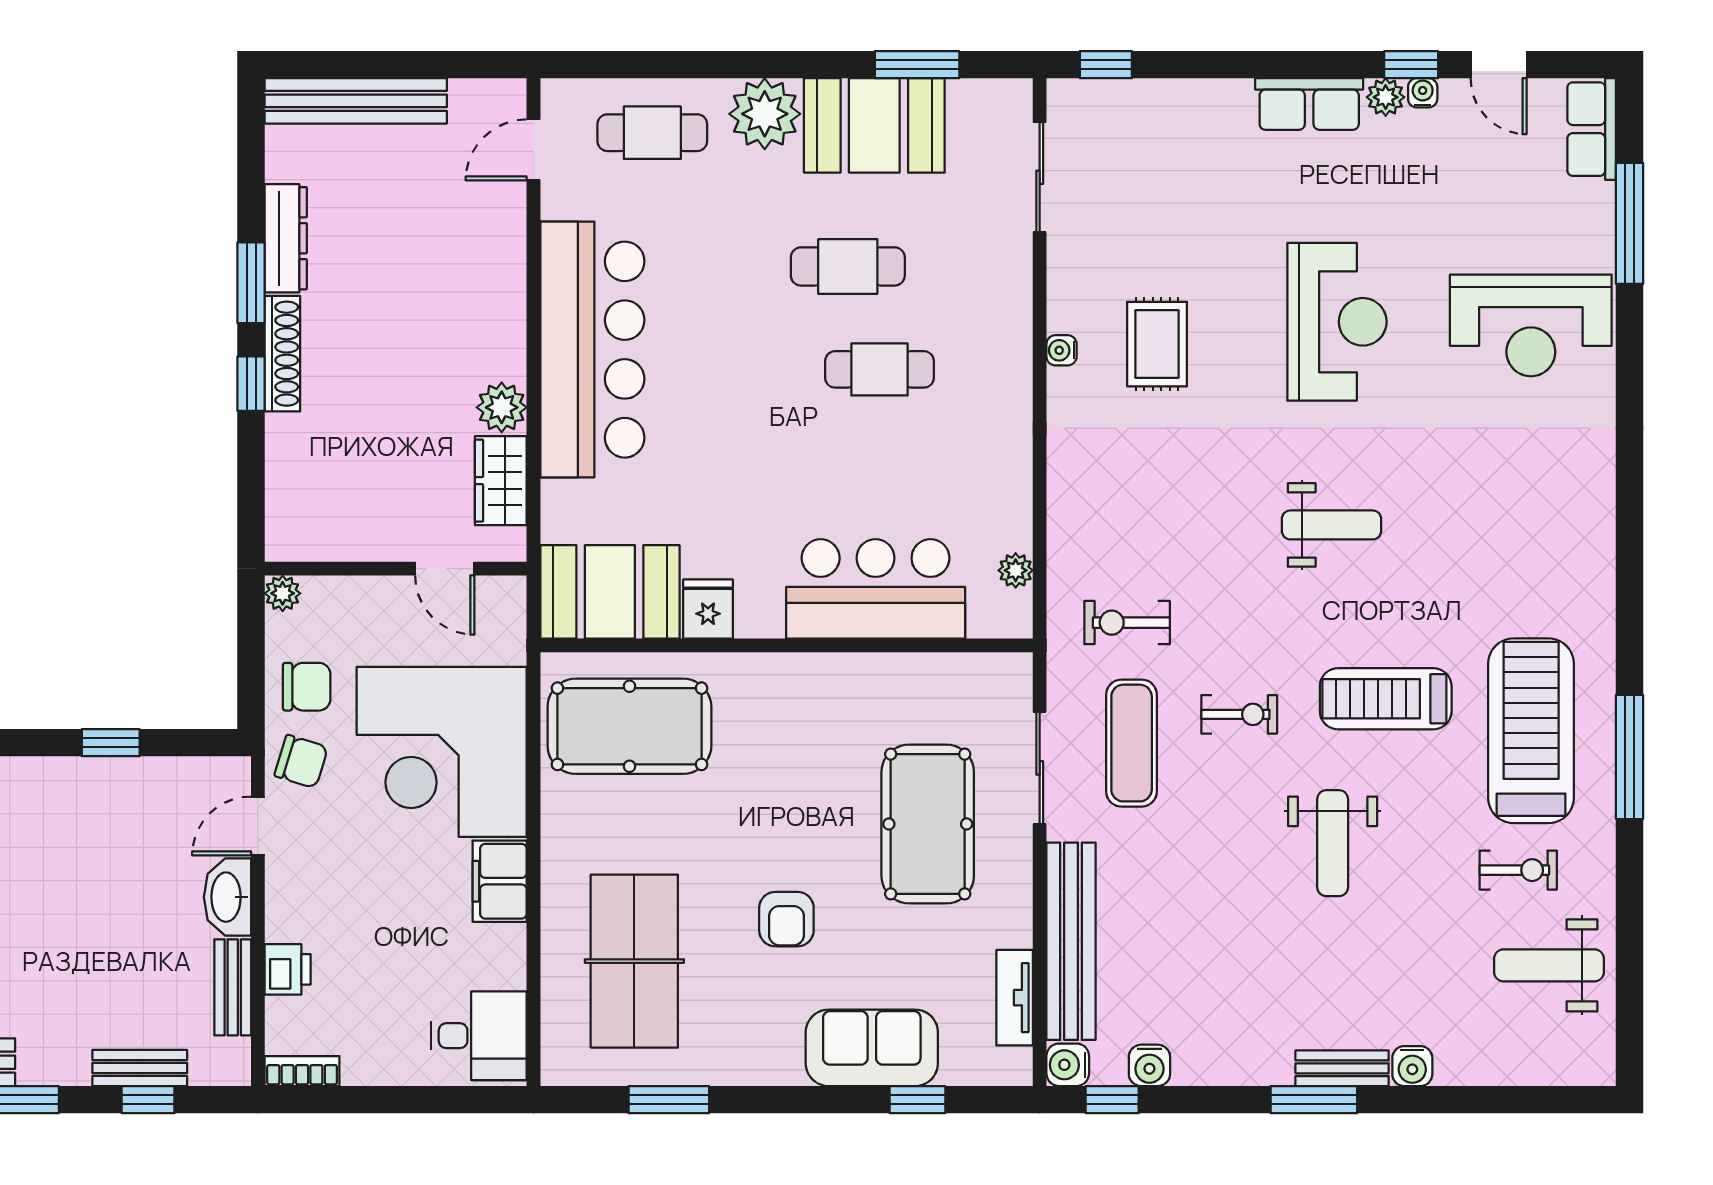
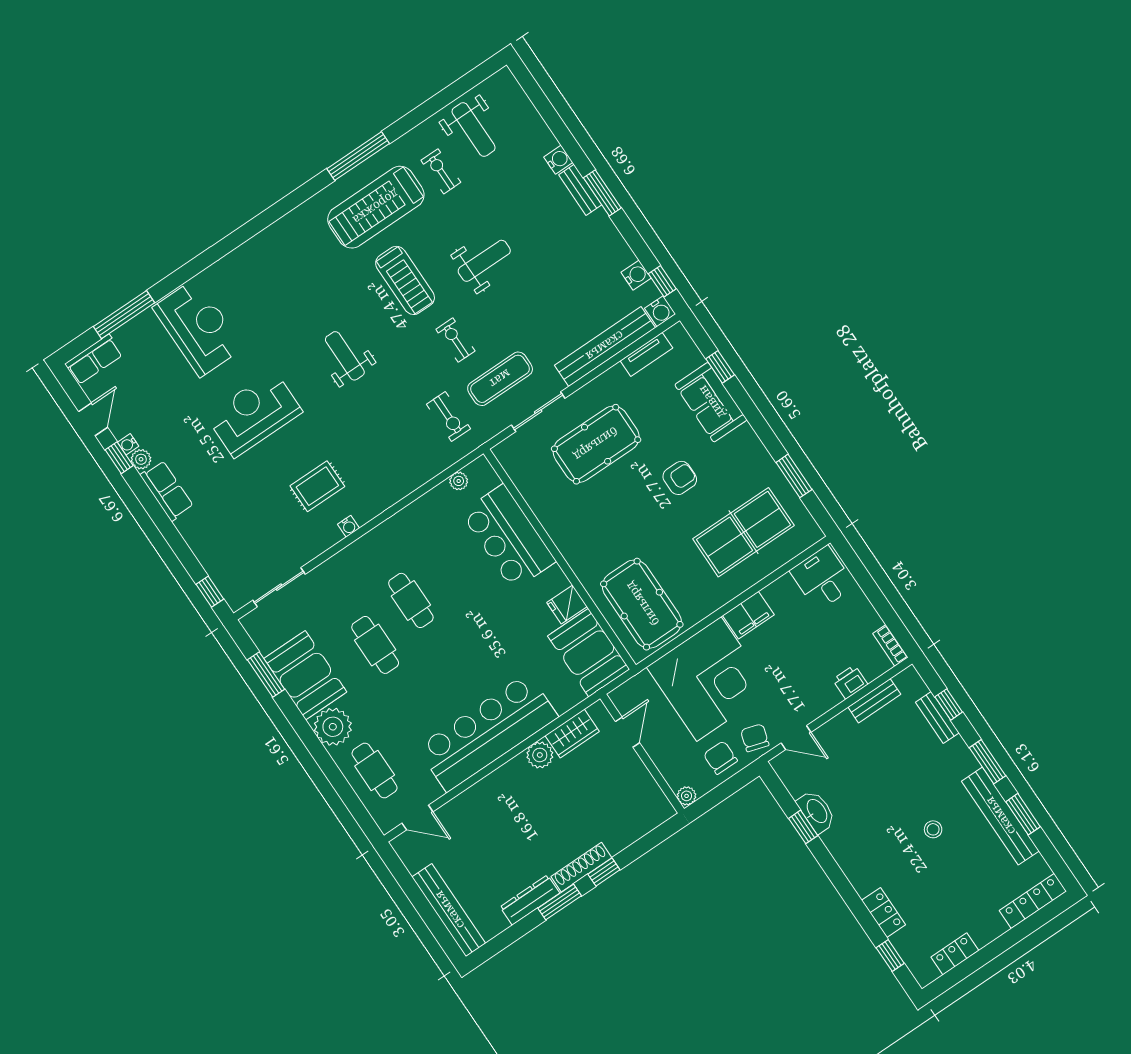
washbasin: (227, 897) -> (816, 811), moved, turned -90

